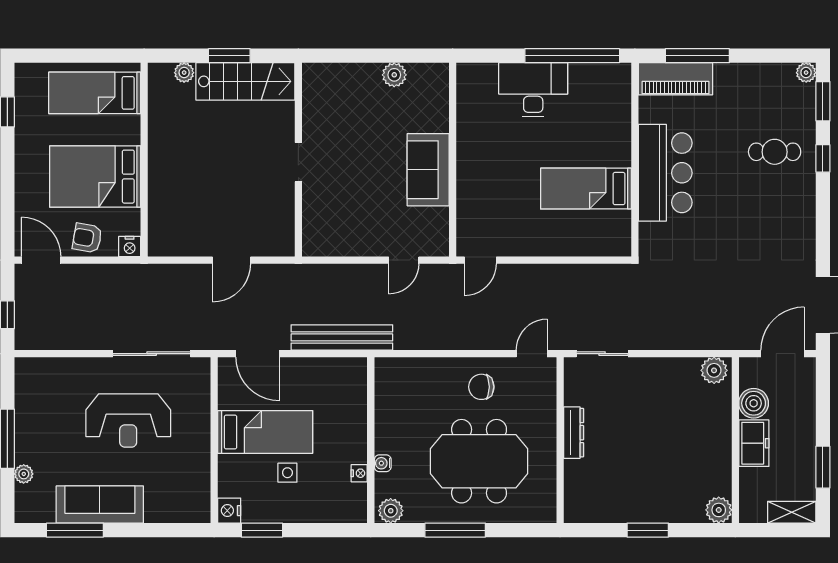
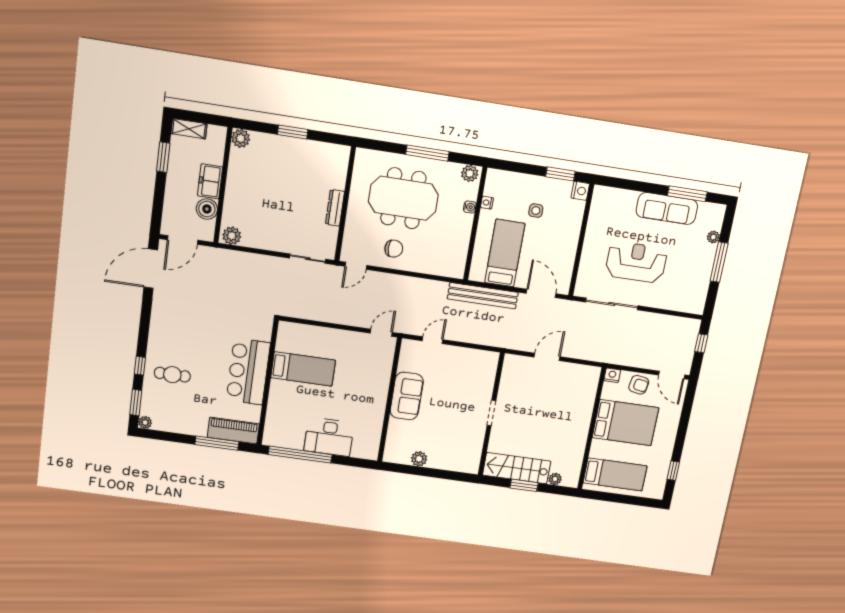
bed: (265, 432) -> (505, 253), moved, turned 90

